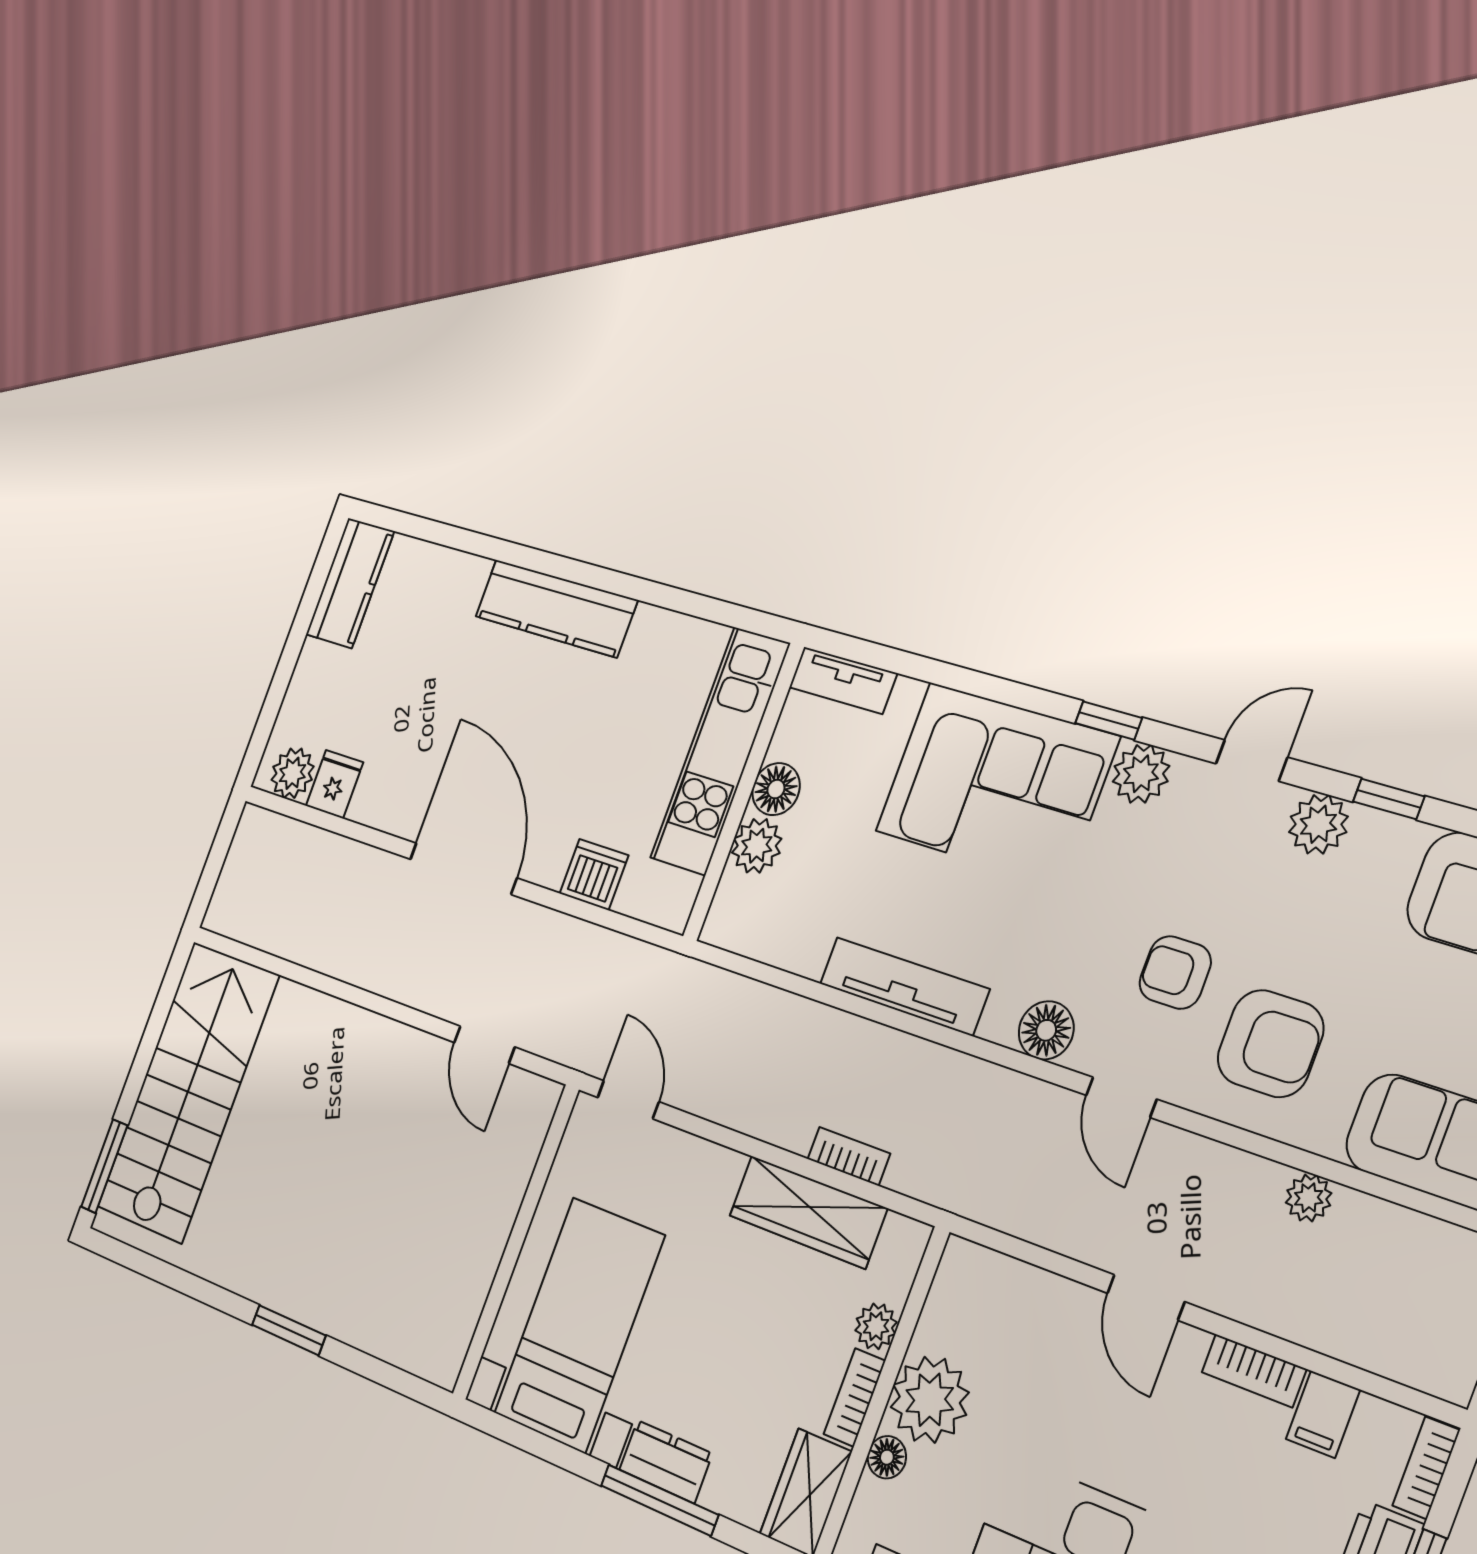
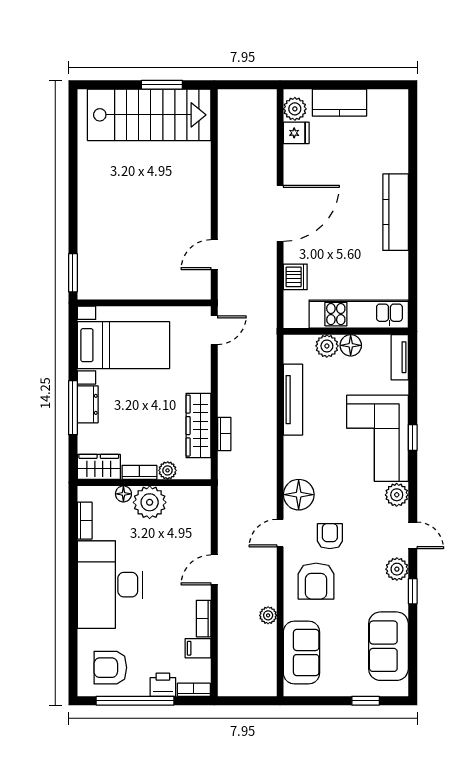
kitchen counter: (350, 583) -> (339, 103), moved
window: (1109, 720) -> (413, 437), moved
tv unit: (904, 986) -> (293, 400), moved
floor lamp: (1046, 1030) -> (299, 495), width x1.38, depth x1.38
window: (104, 1166) -> (162, 85), moved
window: (289, 1330) -> (73, 273), moved

